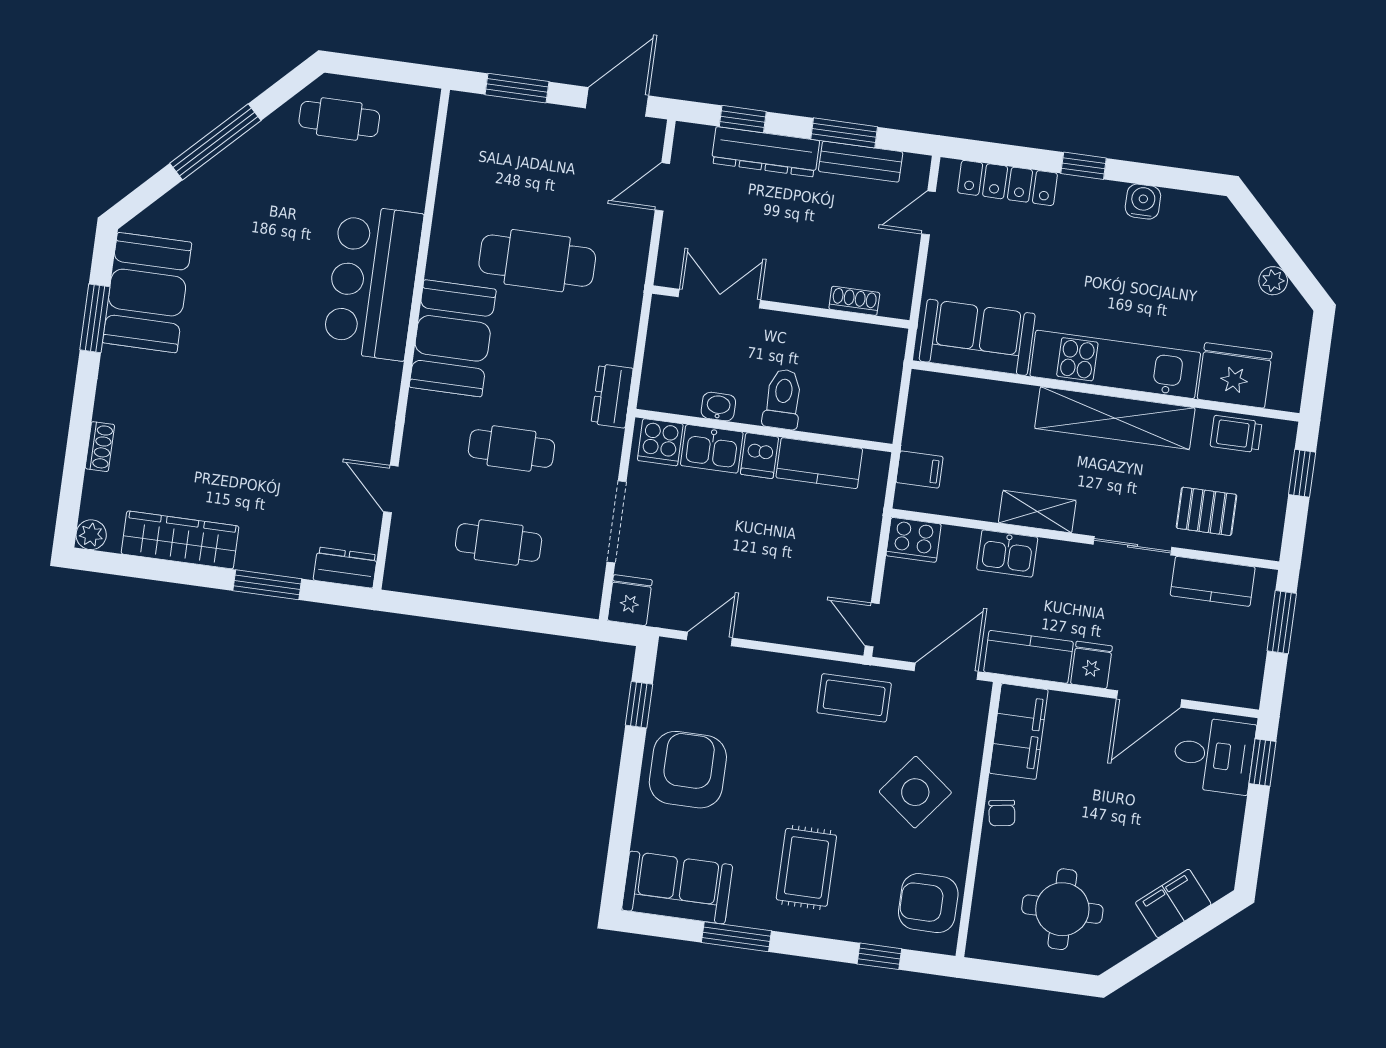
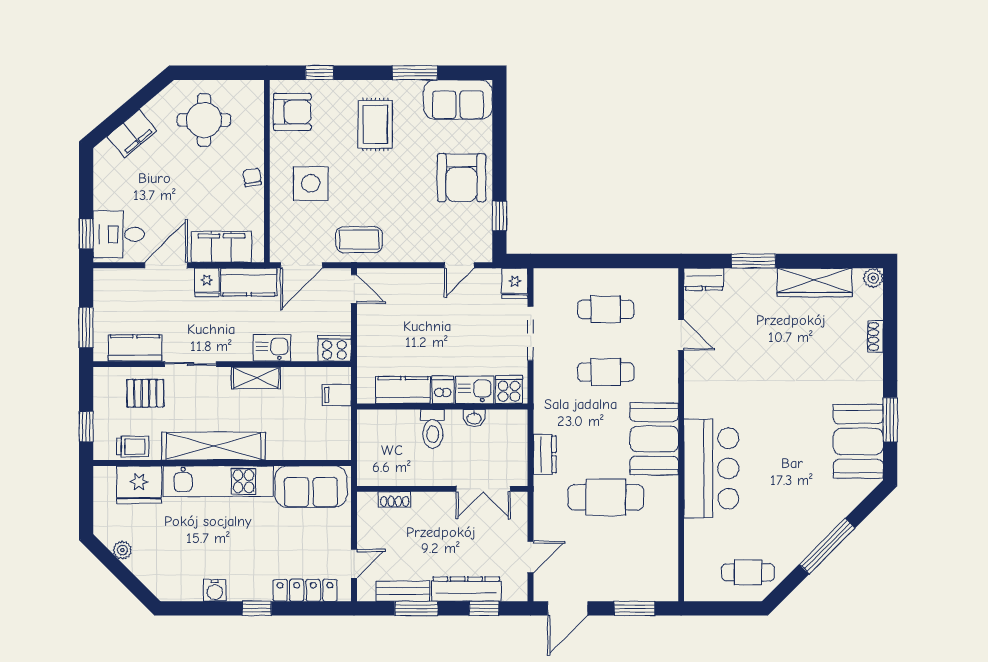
dresser: (612, 396) -> (545, 454), moved
filing cabinet: (1019, 731) -> (222, 247), moved, turned 90
side table: (915, 792) -> (311, 183), turned -38

